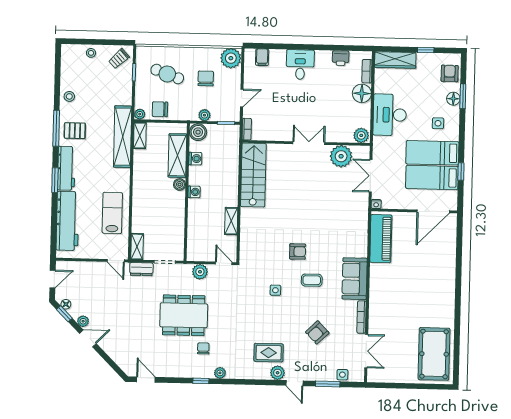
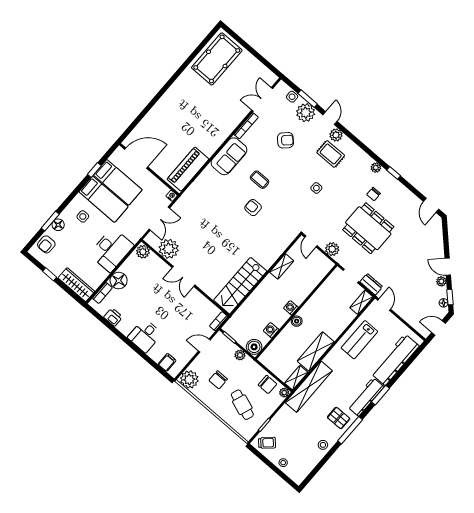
shelving: (177, 156) -> (316, 351), moved
side table: (275, 290) -> (316, 188), moved
plant: (320, 371) -> (306, 113), added

